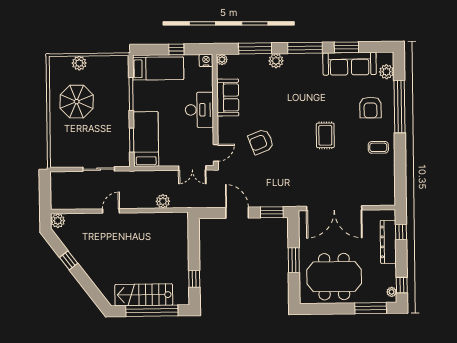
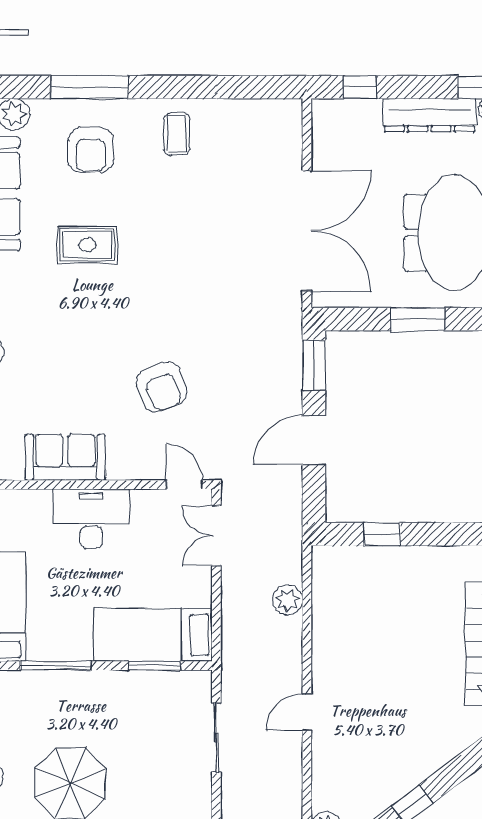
armchair: (370, 107) -> (91, 150), turned 90
window: (400, 107) -> (89, 87), width x0.68
rug: (325, 135) -> (87, 245), moved
double door: (192, 168) -> (216, 536), swing flipped
door: (111, 211) -> (307, 712), hinge flipped
dresser: (388, 242) -> (429, 115), moved
window: (194, 279) -> (382, 534), moved

